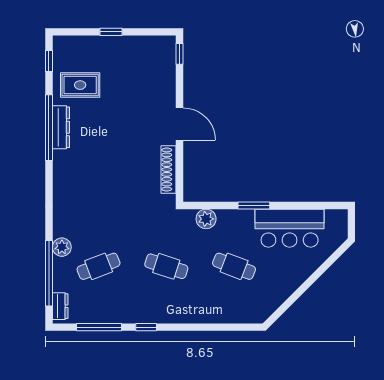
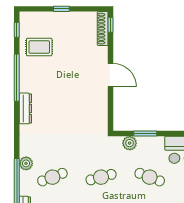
dresser: (61, 127) -> (25, 108), moved
shoe rack: (169, 170) -> (103, 29), moved
window: (254, 205) -> (145, 133), moved
cafe table: (166, 266) -> (101, 177), turned -33

